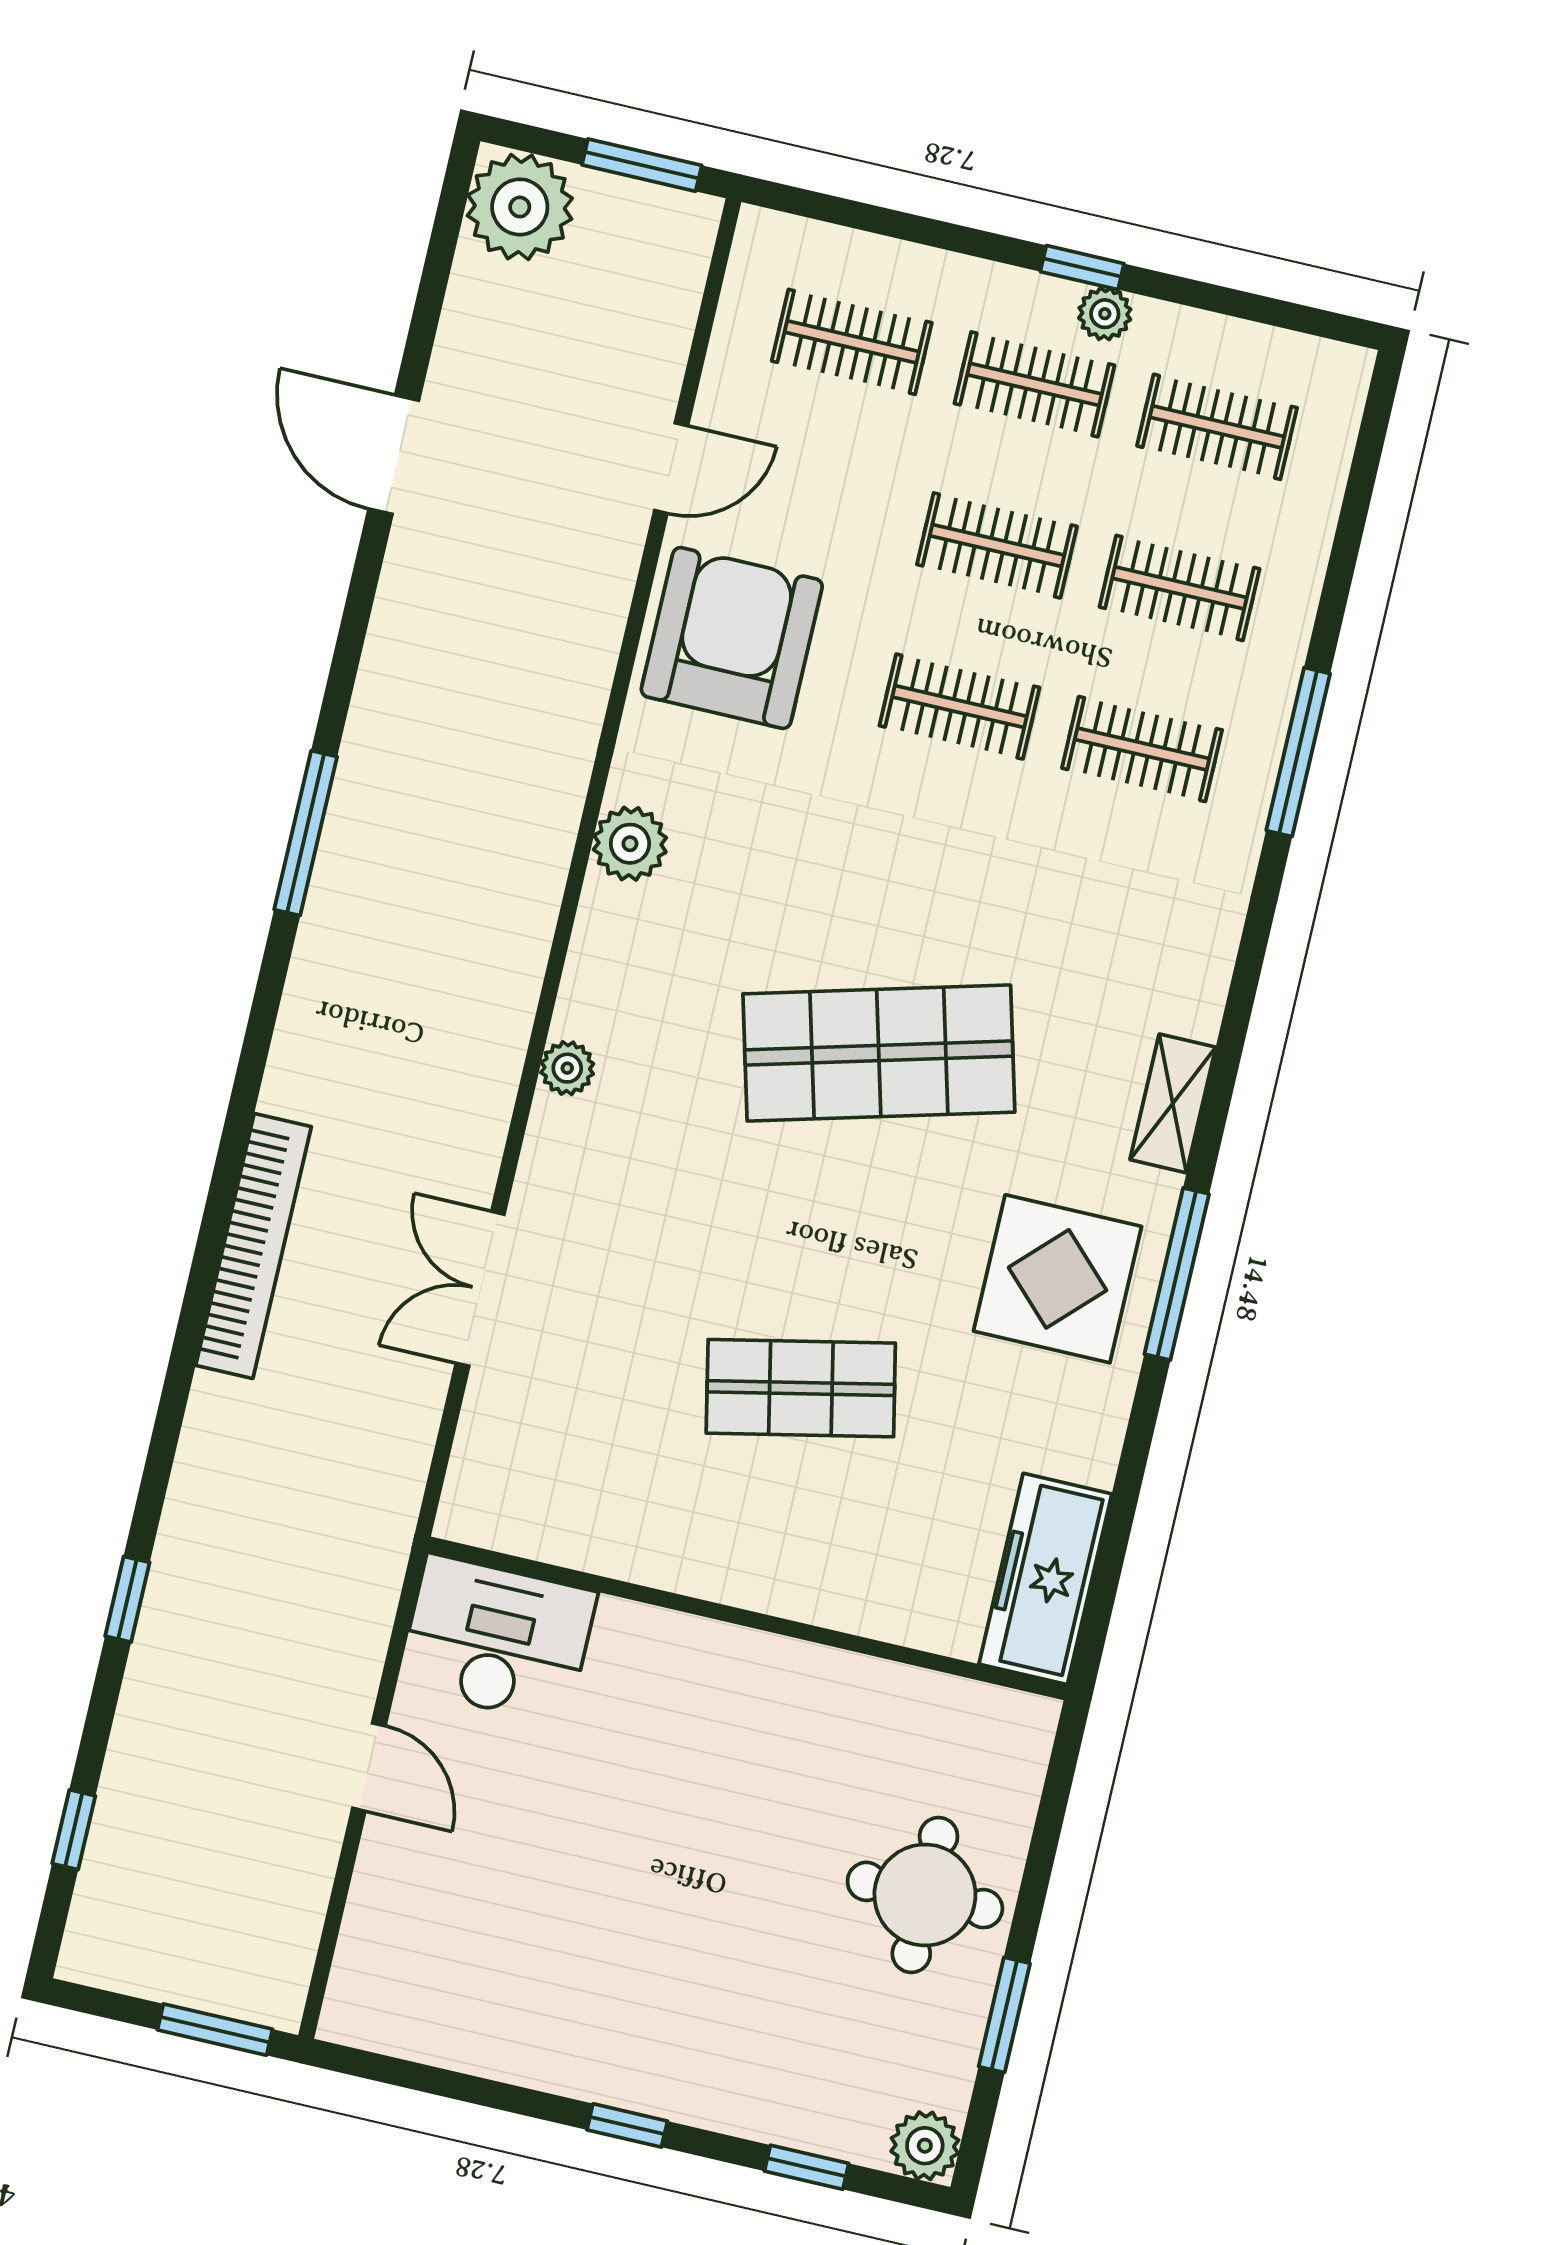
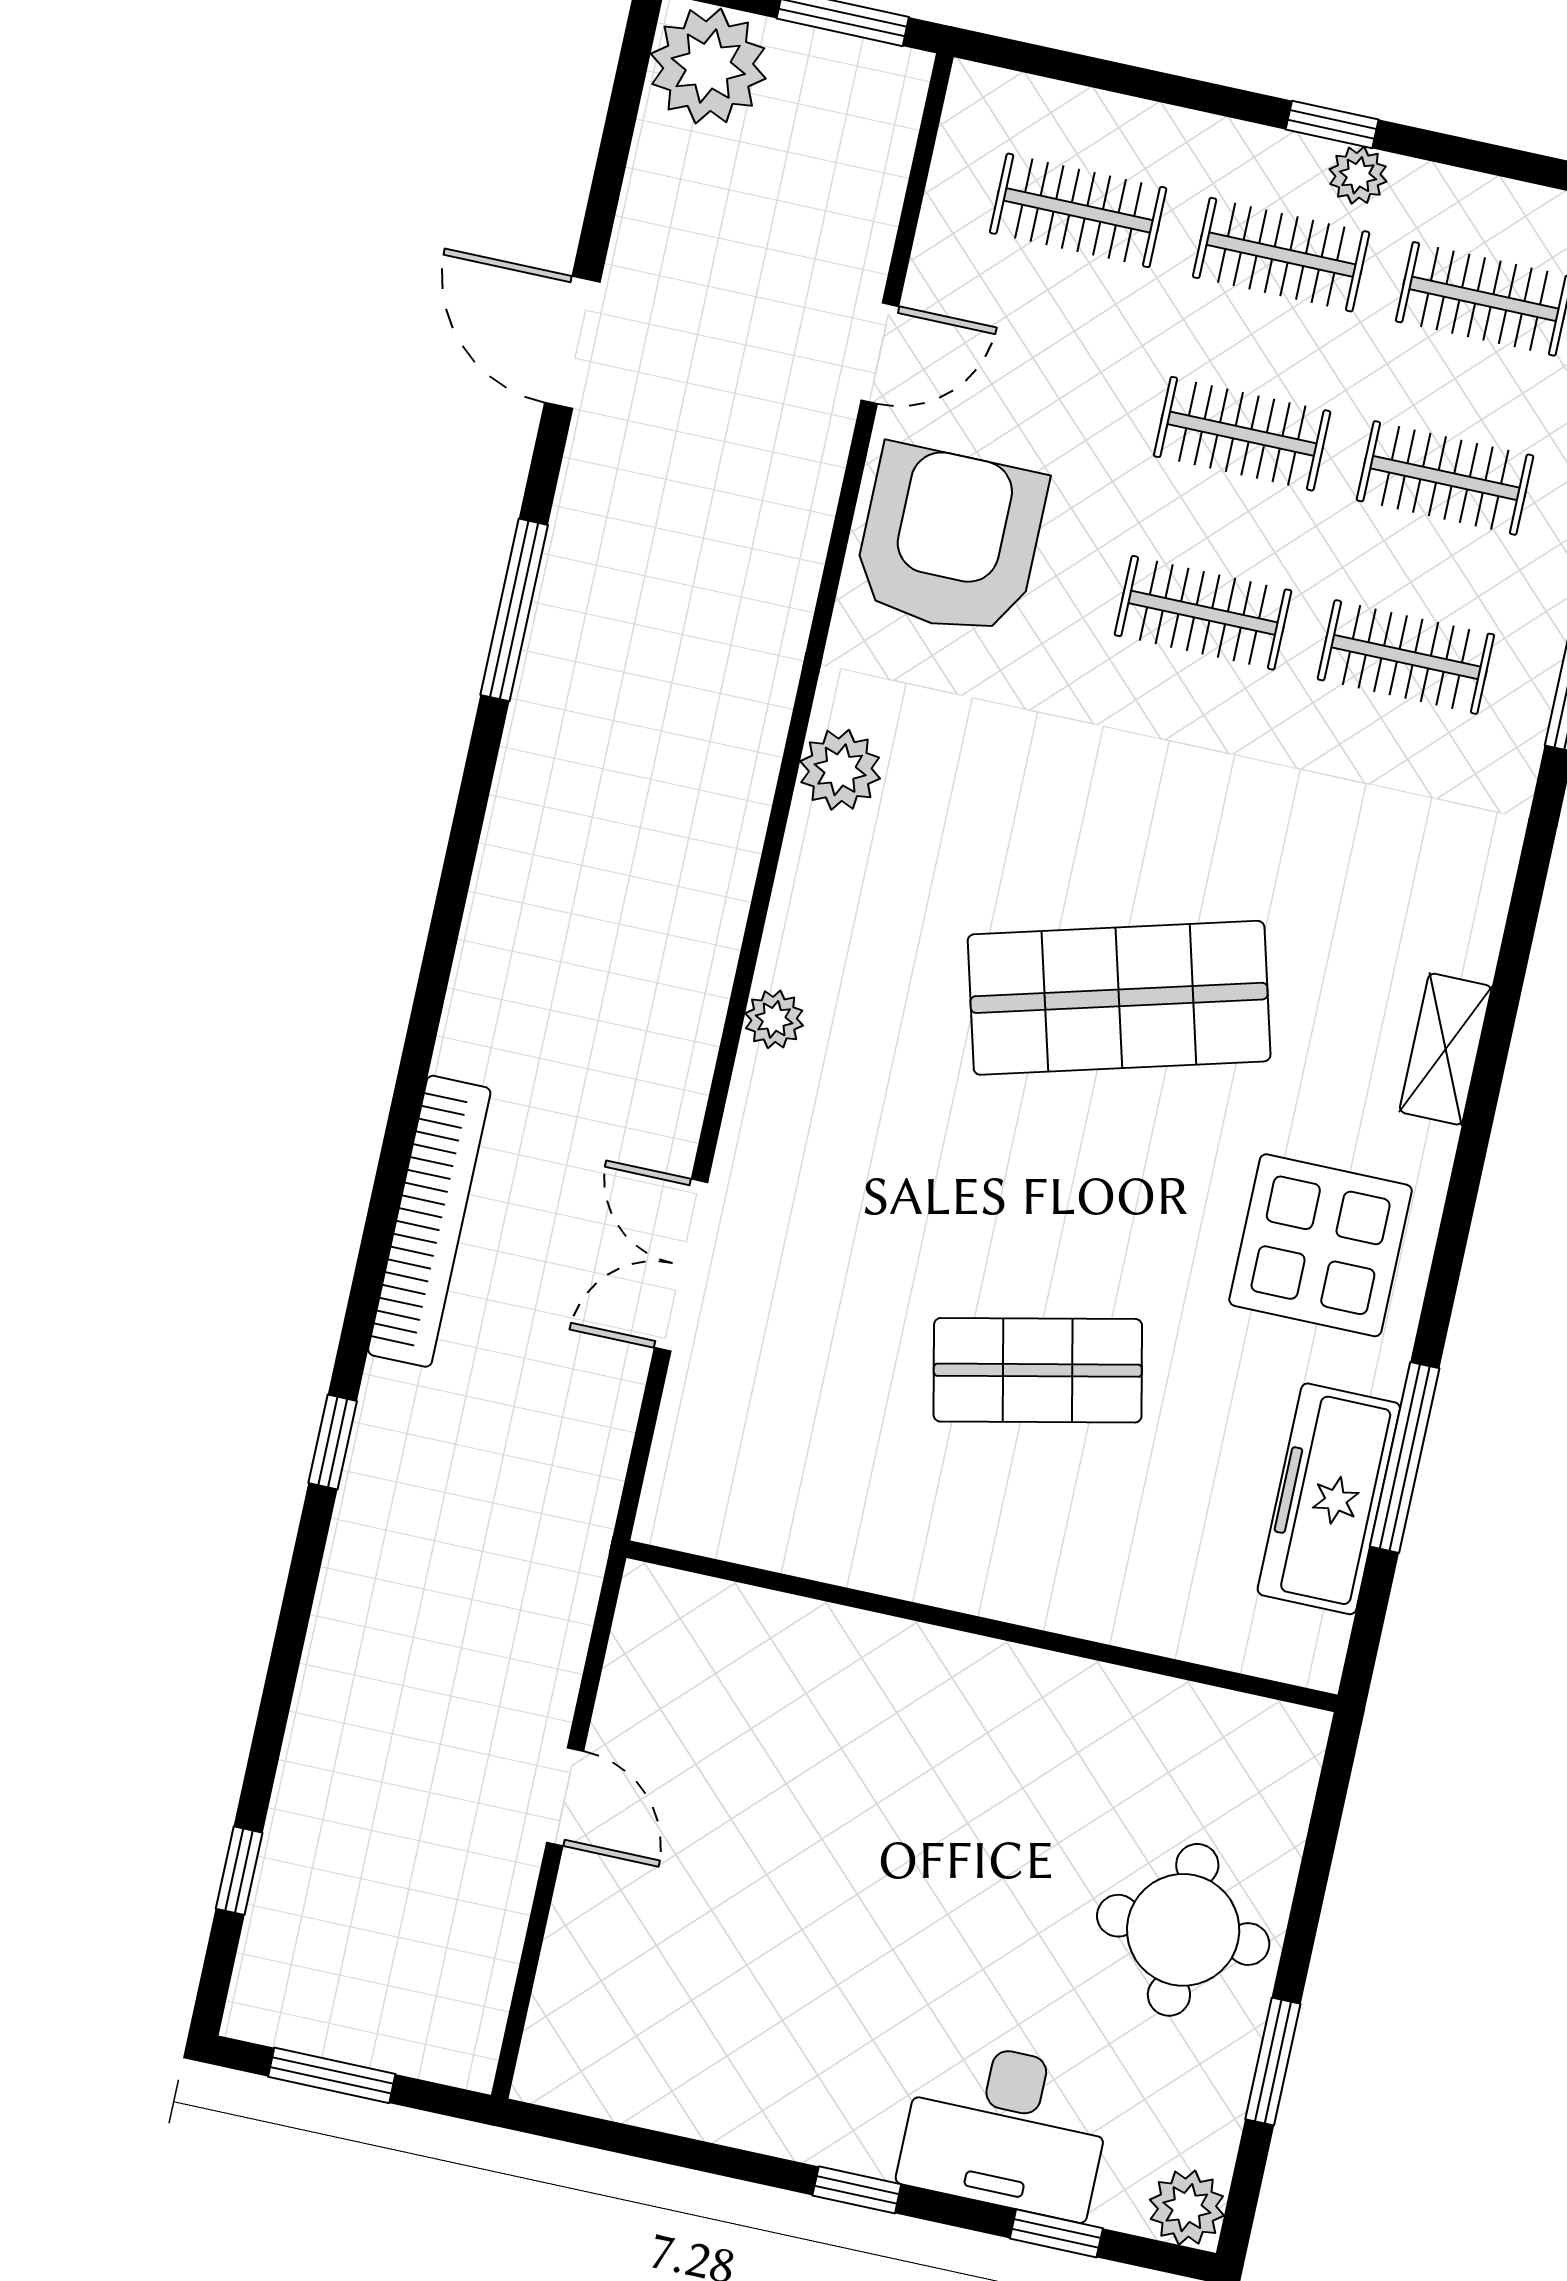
window: (306, 833) -> (514, 610), moved
window: (1177, 1274) -> (1405, 1457), moved
freezer: (1045, 1579) -> (1329, 1499), moved
window: (127, 1599) -> (333, 1442), moved
desk: (497, 1640) -> (1006, 2129), moved, turned 180
window: (215, 2030) -> (332, 2075), moved

